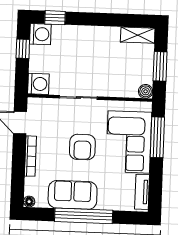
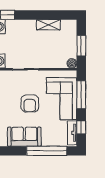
shelving: (138, 35) -> (48, 25), moved
window: (156, 185) -> (81, 127), added
window: (84, 216) -> (47, 151), moved

